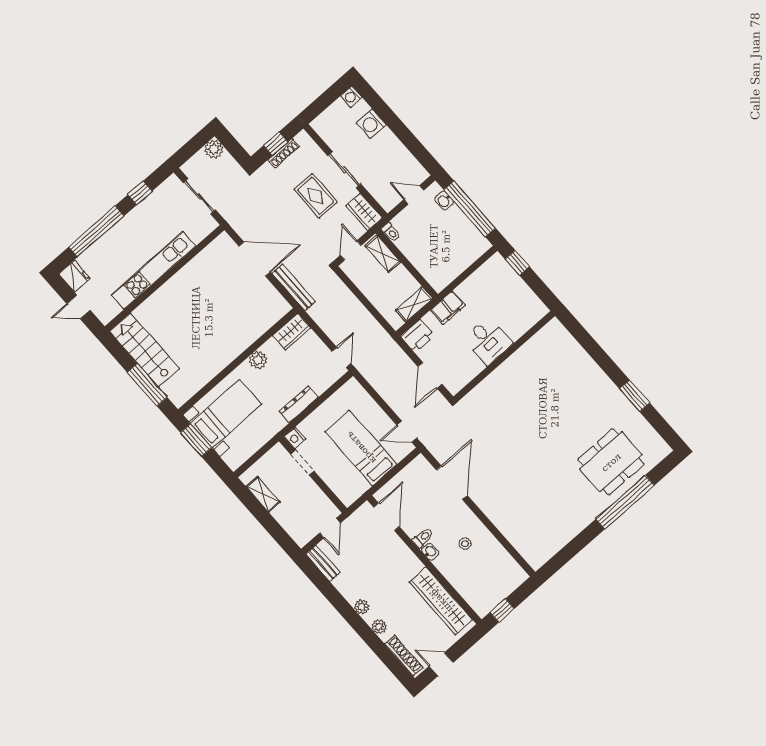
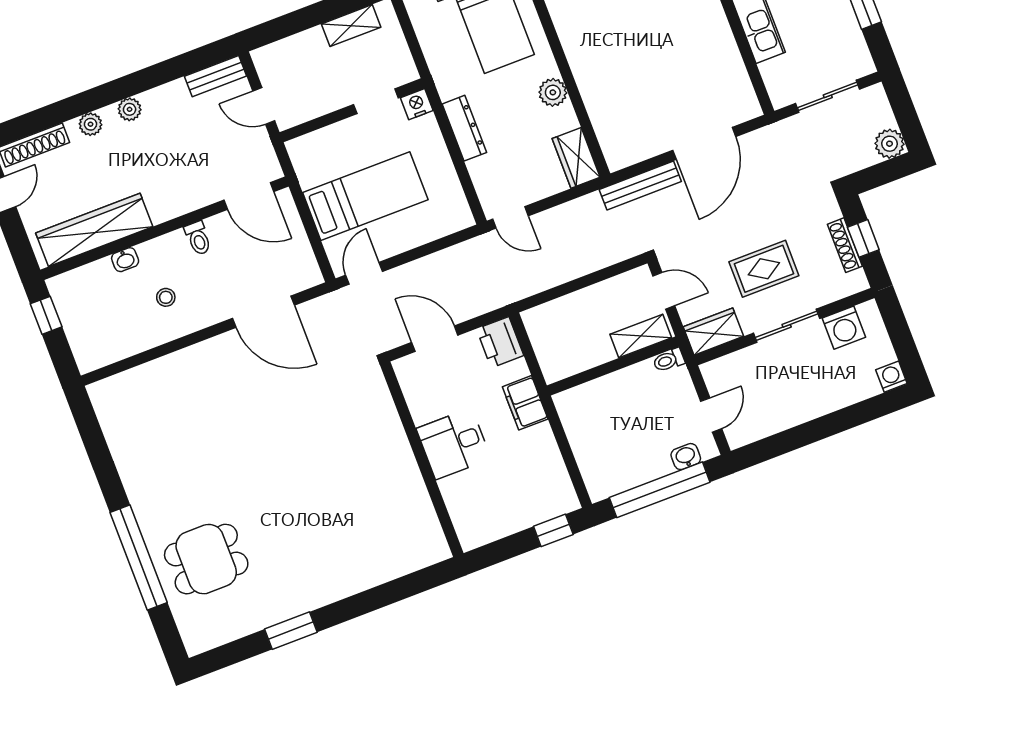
washing machine: (371, 124) -> (844, 328), moved, turned 180
shelving: (414, 304) -> (549, 355), removed
dining table: (611, 462) -> (206, 559), width x0.73
washbasin: (430, 552) -> (125, 260), moved

